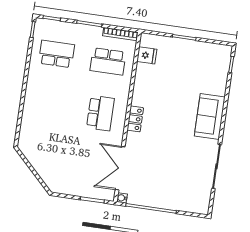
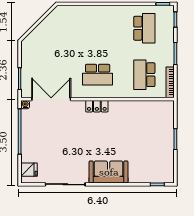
fridge: (147, 55) -> (29, 170), moved, turned -90

